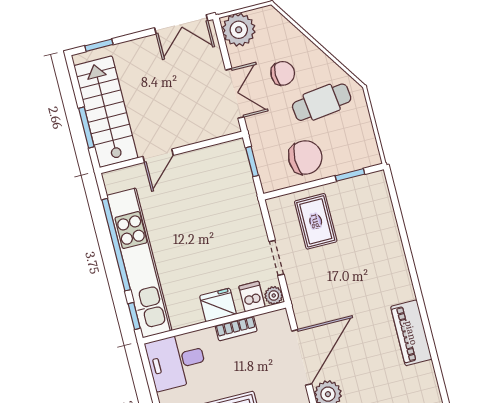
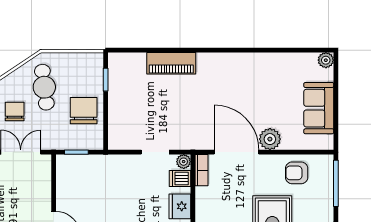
rug: (316, 221) -> (135, 115), removed
bookcase: (236, 328) -> (201, 170), moved
piano: (411, 333) -> (171, 63), moved

